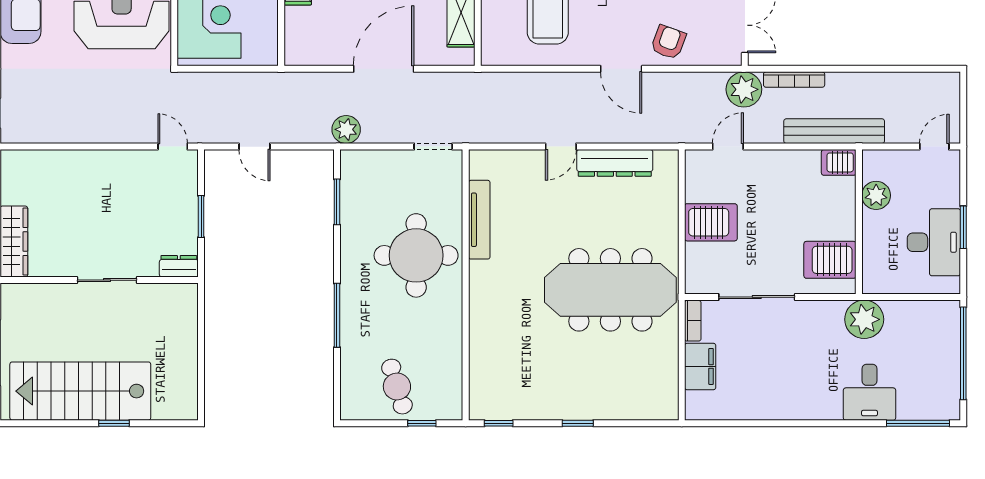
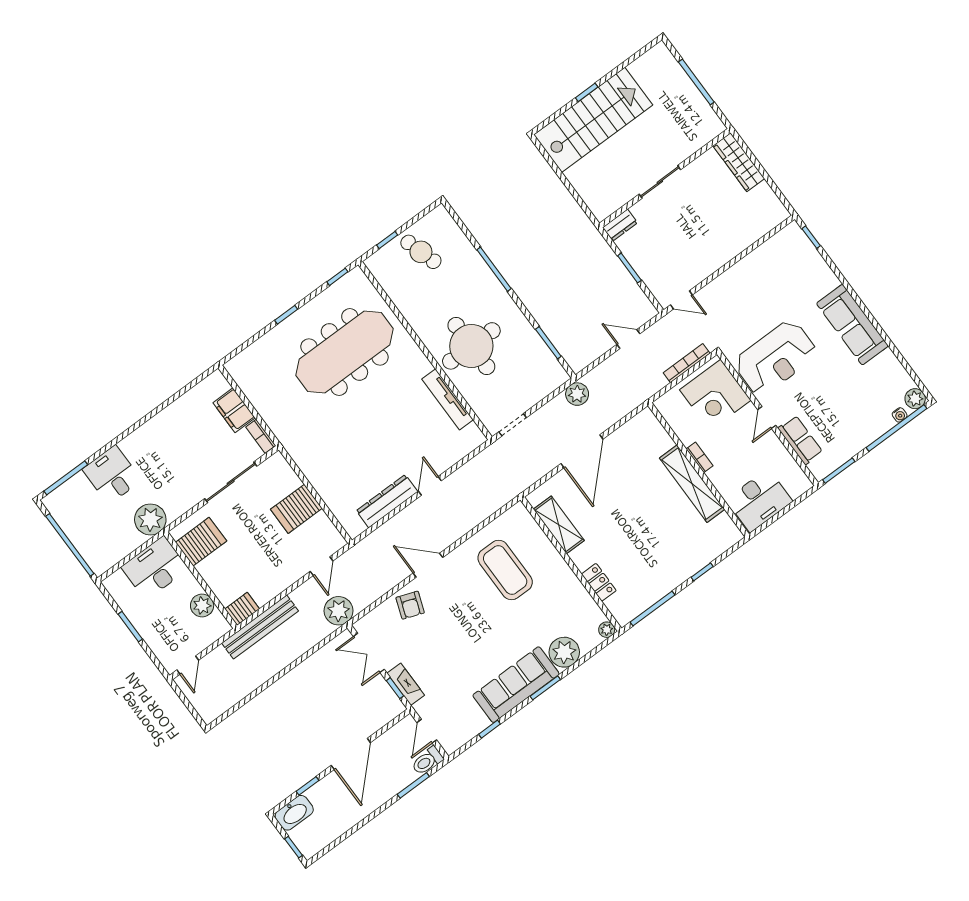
bookcase: (794, 80) -> (687, 363), moved
desk: (934, 242) -> (155, 568), moved, turned 90
meeting table: (610, 290) -> (344, 352), moved
stairs: (80, 391) -> (593, 120), moved

